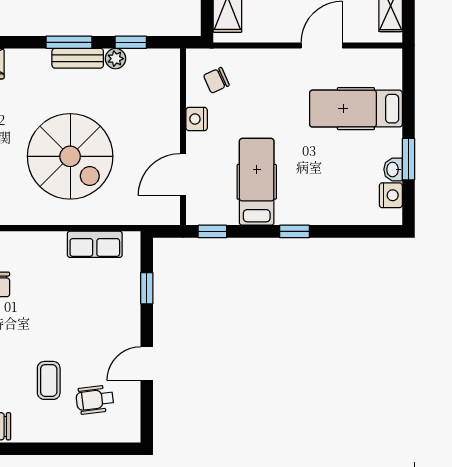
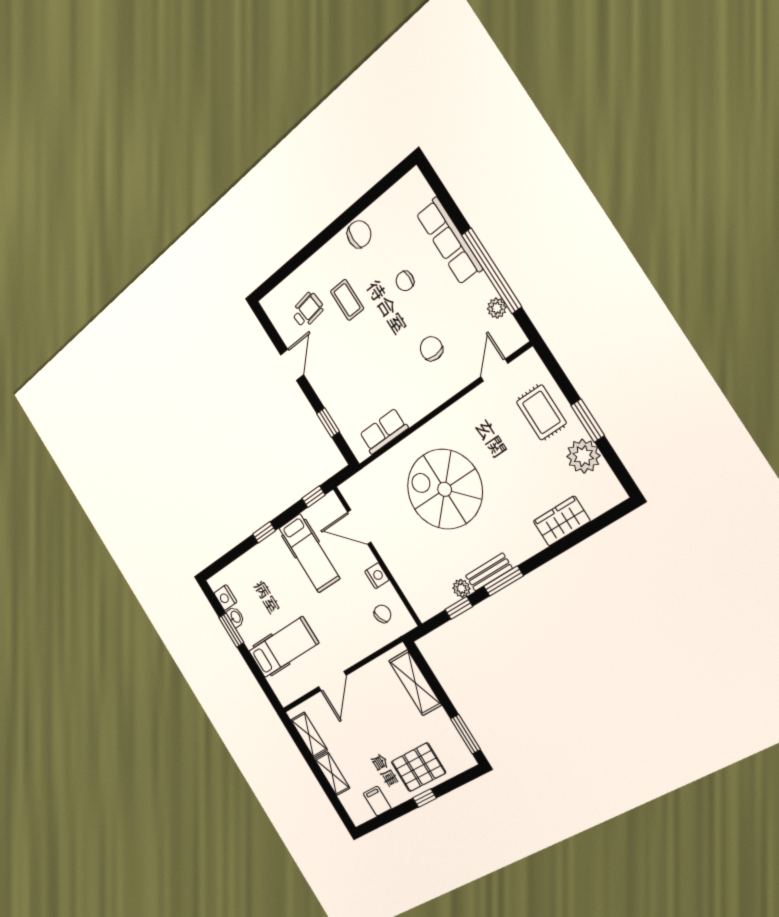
door: (183, 174) -> (359, 527), swing flipped

